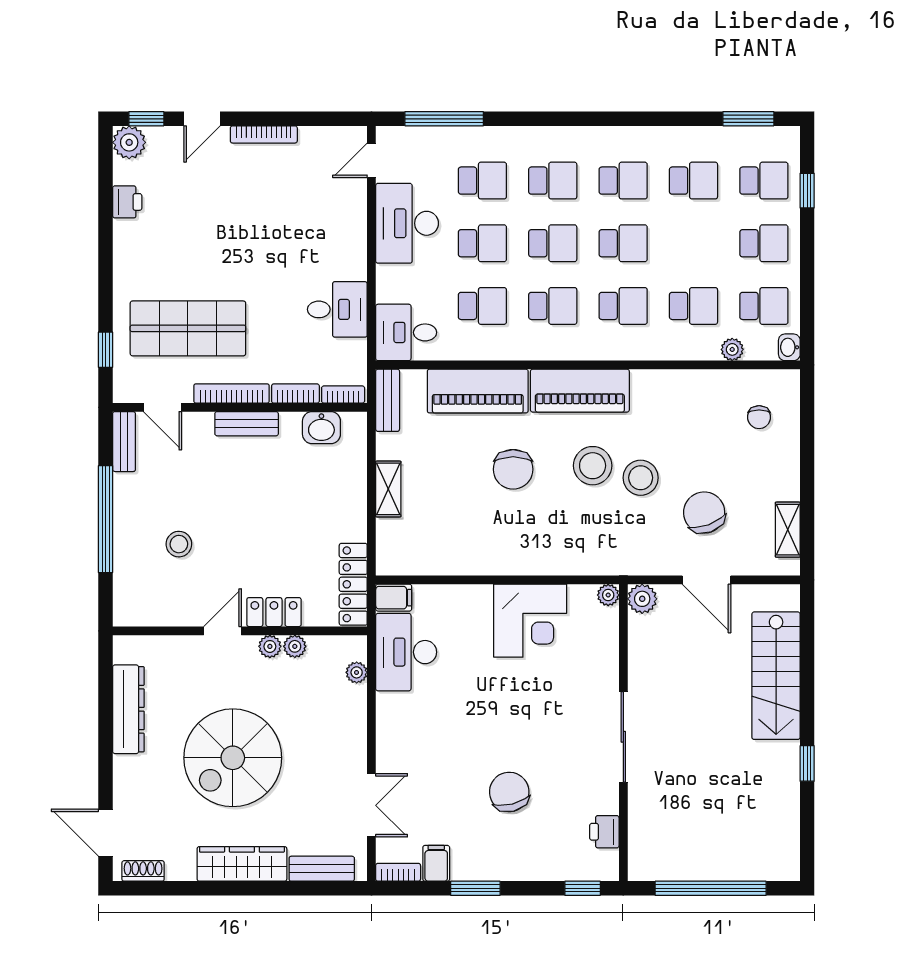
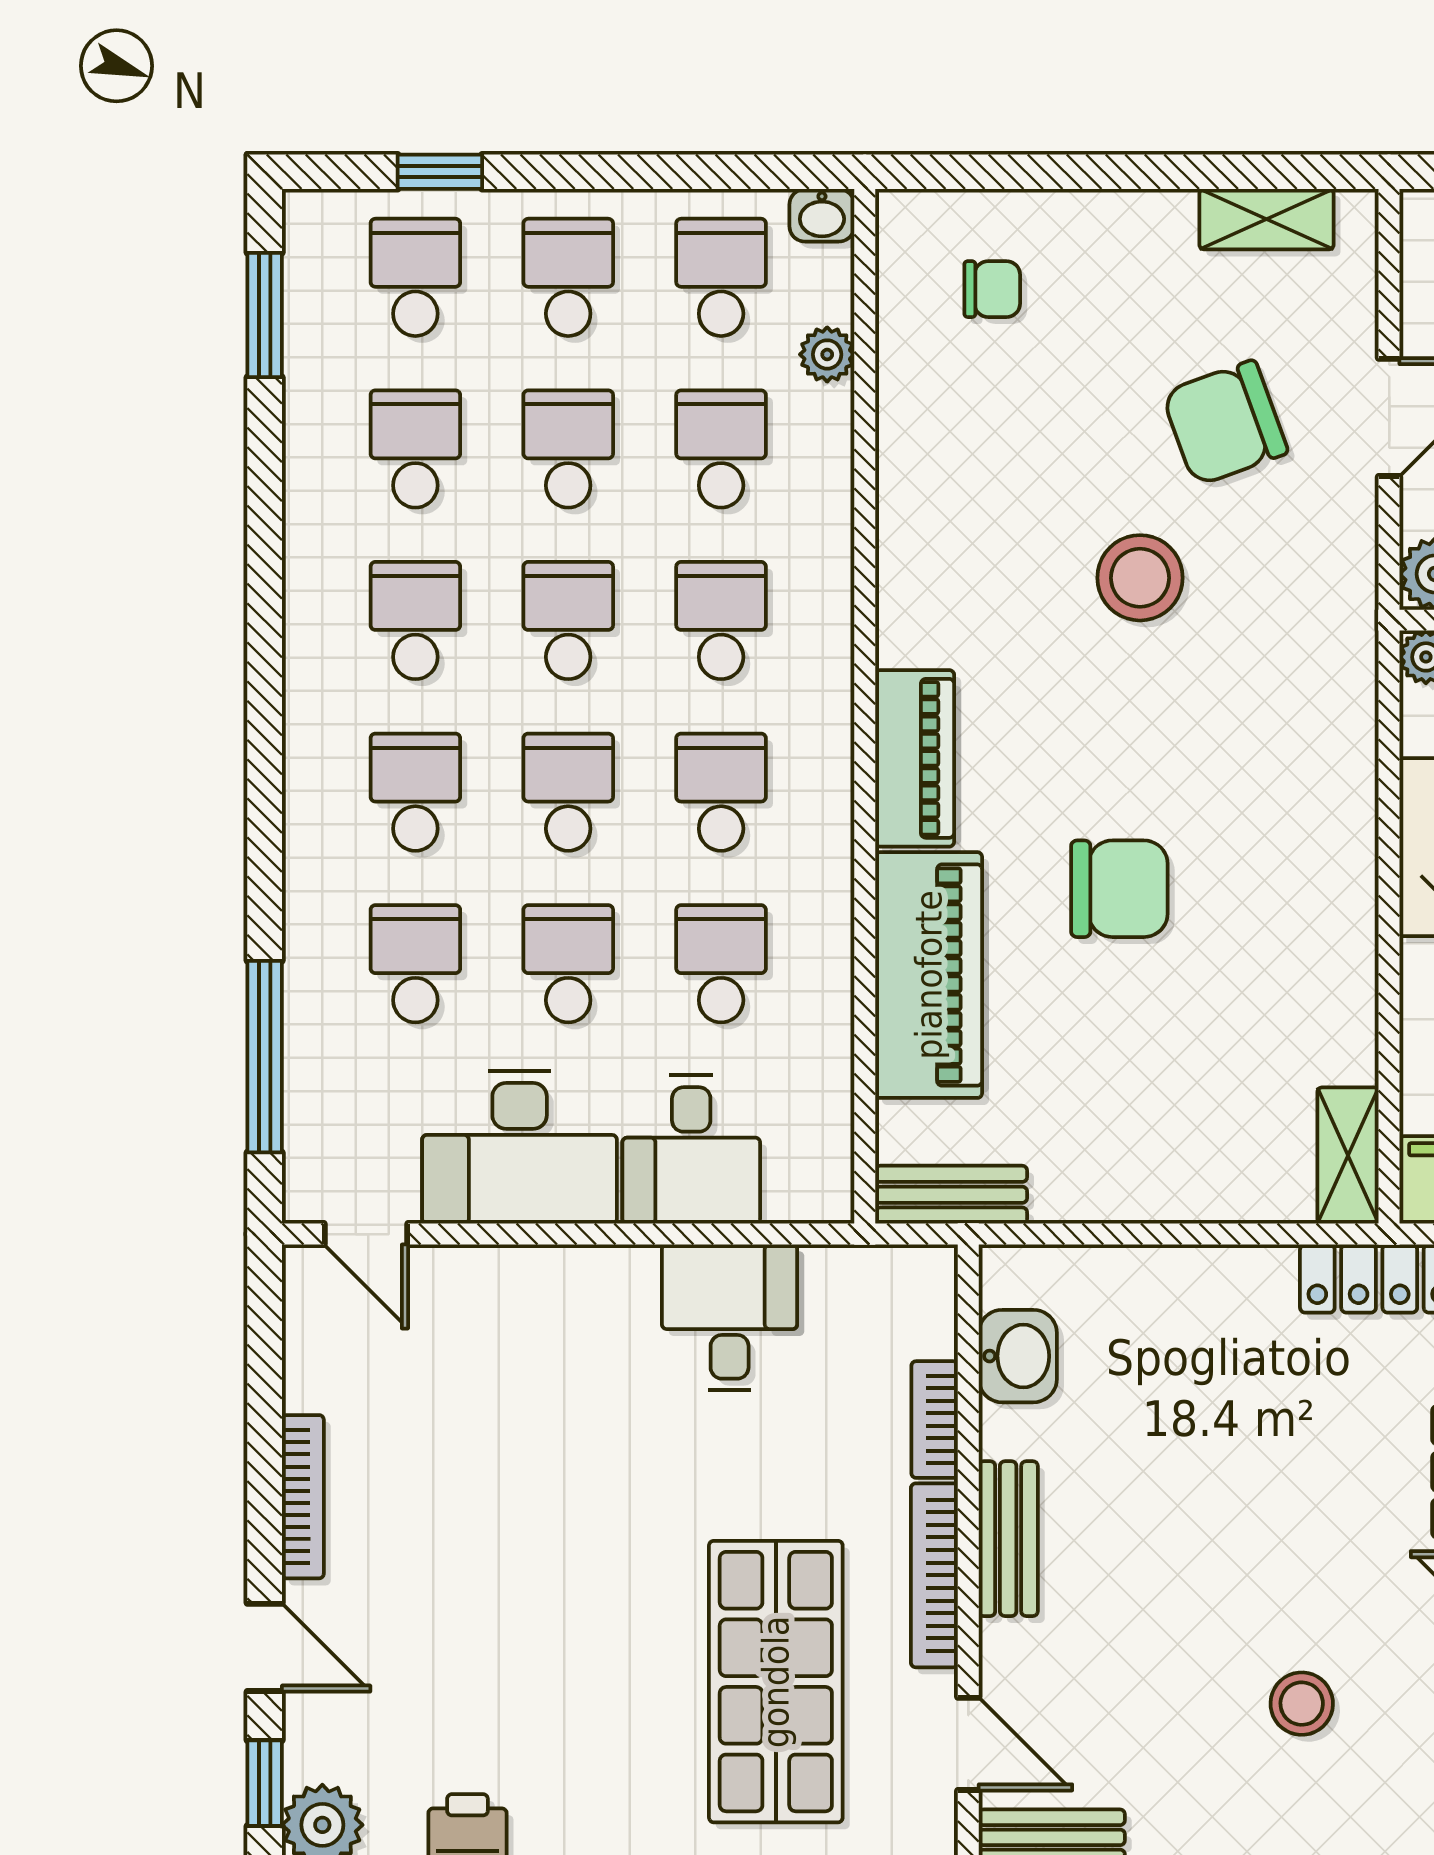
school desk: (693, 243) -> (568, 449), added
desk: (406, 332) -> (691, 1150), moved
piano: (580, 391) -> (915, 758), width x0.73, depth x0.75
bookcase: (343, 395) -> (937, 1303), removed
door: (162, 407) -> (968, 1744), hinge flipped
stool: (593, 466) -> (1111, 695), removed
shelving: (388, 489) -> (1348, 1156), moved, turned 90

